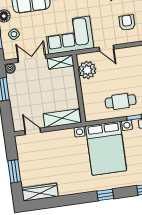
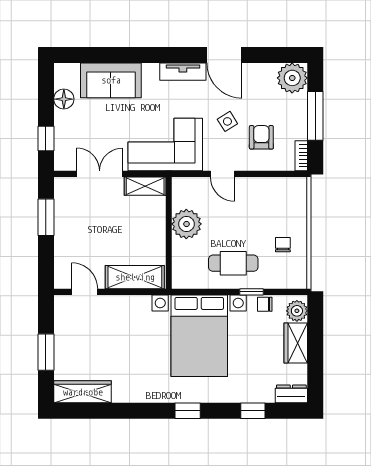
side table: (14, 34) -> (227, 121), moved
boiler: (10, 68) -> (62, 185), removed
plant: (87, 70) -> (186, 224), moved

